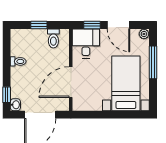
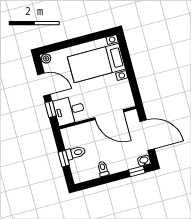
door: (118, 25) -> (44, 84), hinge flipped
toilet: (53, 38) -> (76, 153), moved
window: (153, 62) -> (70, 43), removed

